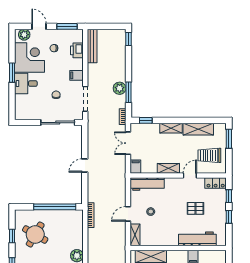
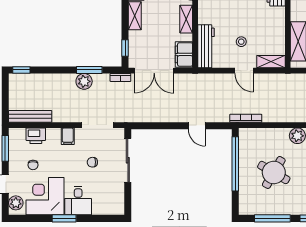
double door: (128, 143) -> (154, 71), width x1.37
door: (85, 166) -> (197, 126), moved
filing cabinet: (136, 167) -> (184, 54), width x2.00
round table: (35, 234) -> (274, 172), moved
window: (12, 236) -> (272, 218), width x2.17

